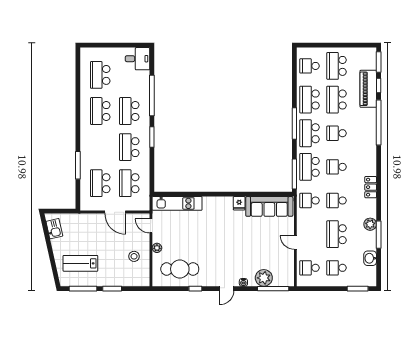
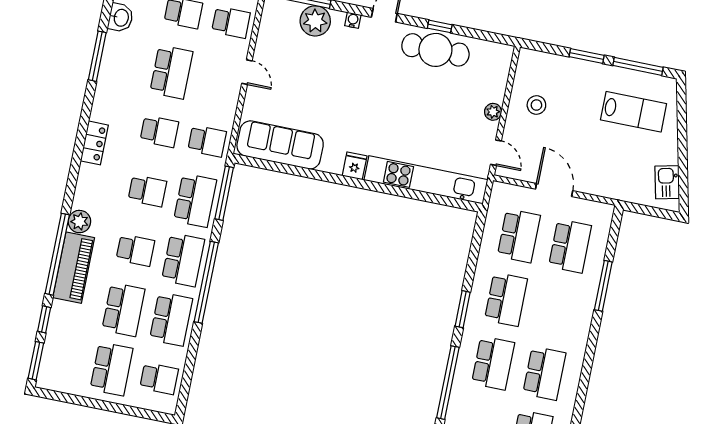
piano: (368, 89) -> (74, 268), moved
window: (294, 123) -> (206, 282), width x1.46
kitchen unit: (177, 203) -> (426, 180), width x1.36
fridge: (239, 203) -> (355, 166), moved
plant: (370, 224) -> (79, 222), moved
cafe table: (180, 269) -> (435, 50), moved

